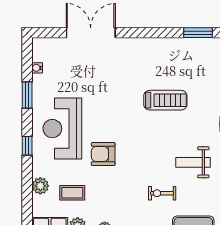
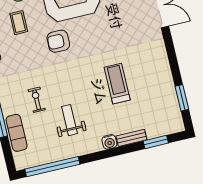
treadmill: (165, 100) -> (117, 84), turned 180
armchair: (103, 154) -> (58, 41), turned -90

